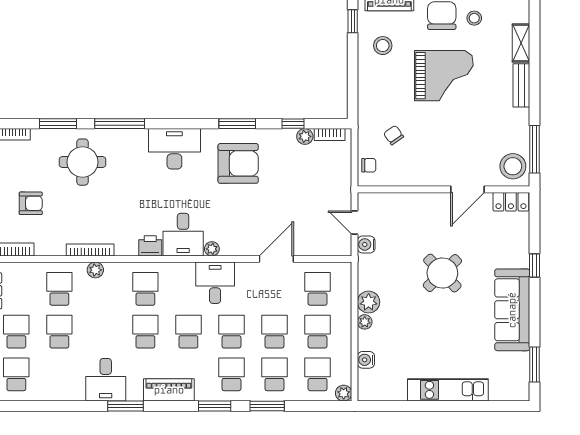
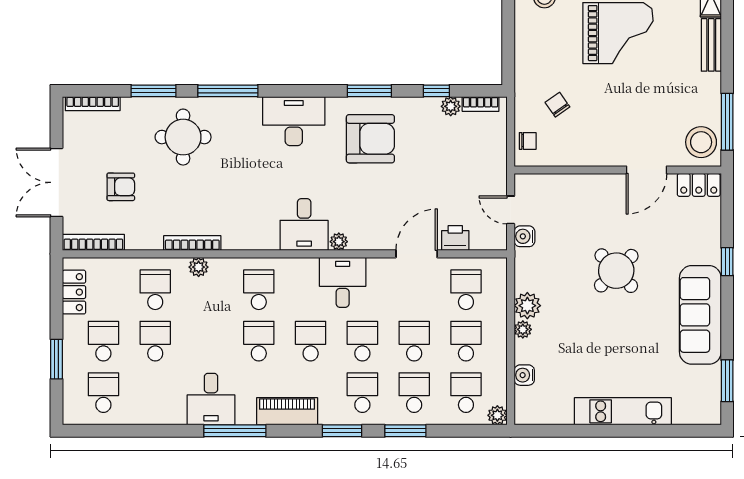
printer: (150, 246) -> (455, 238), moved
window: (126, 406) -> (235, 431), width x1.44

